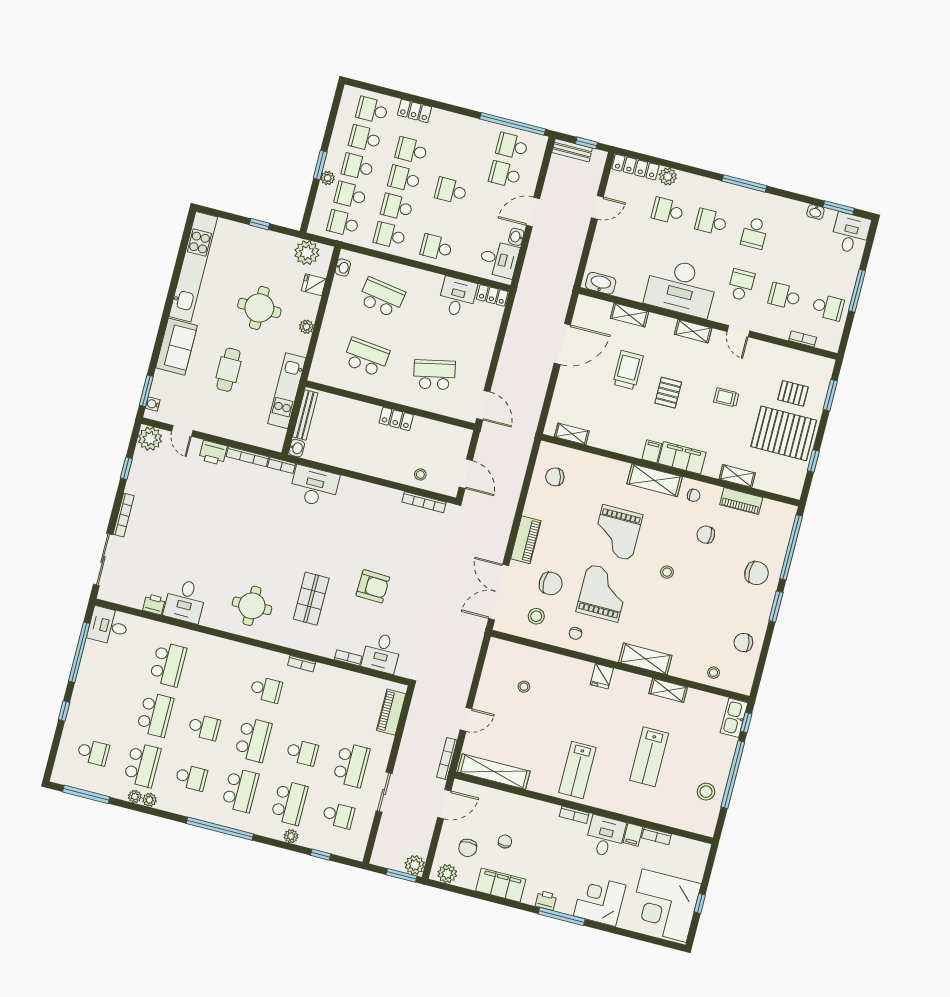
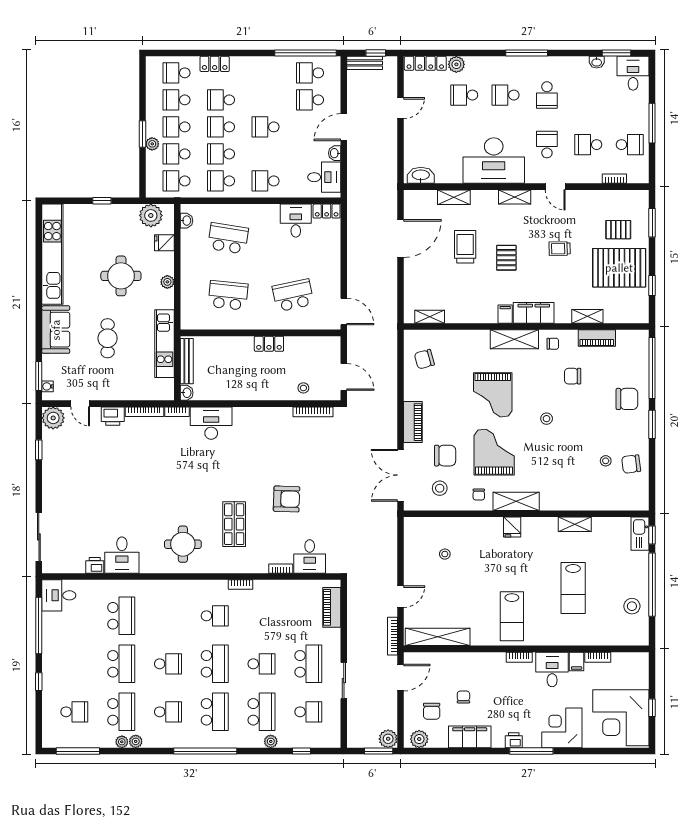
bookcase: (124, 515) -> (47, 492), removed
shelving: (645, 659) -> (516, 501), moved
stool: (714, 673) -> (606, 461), moved

